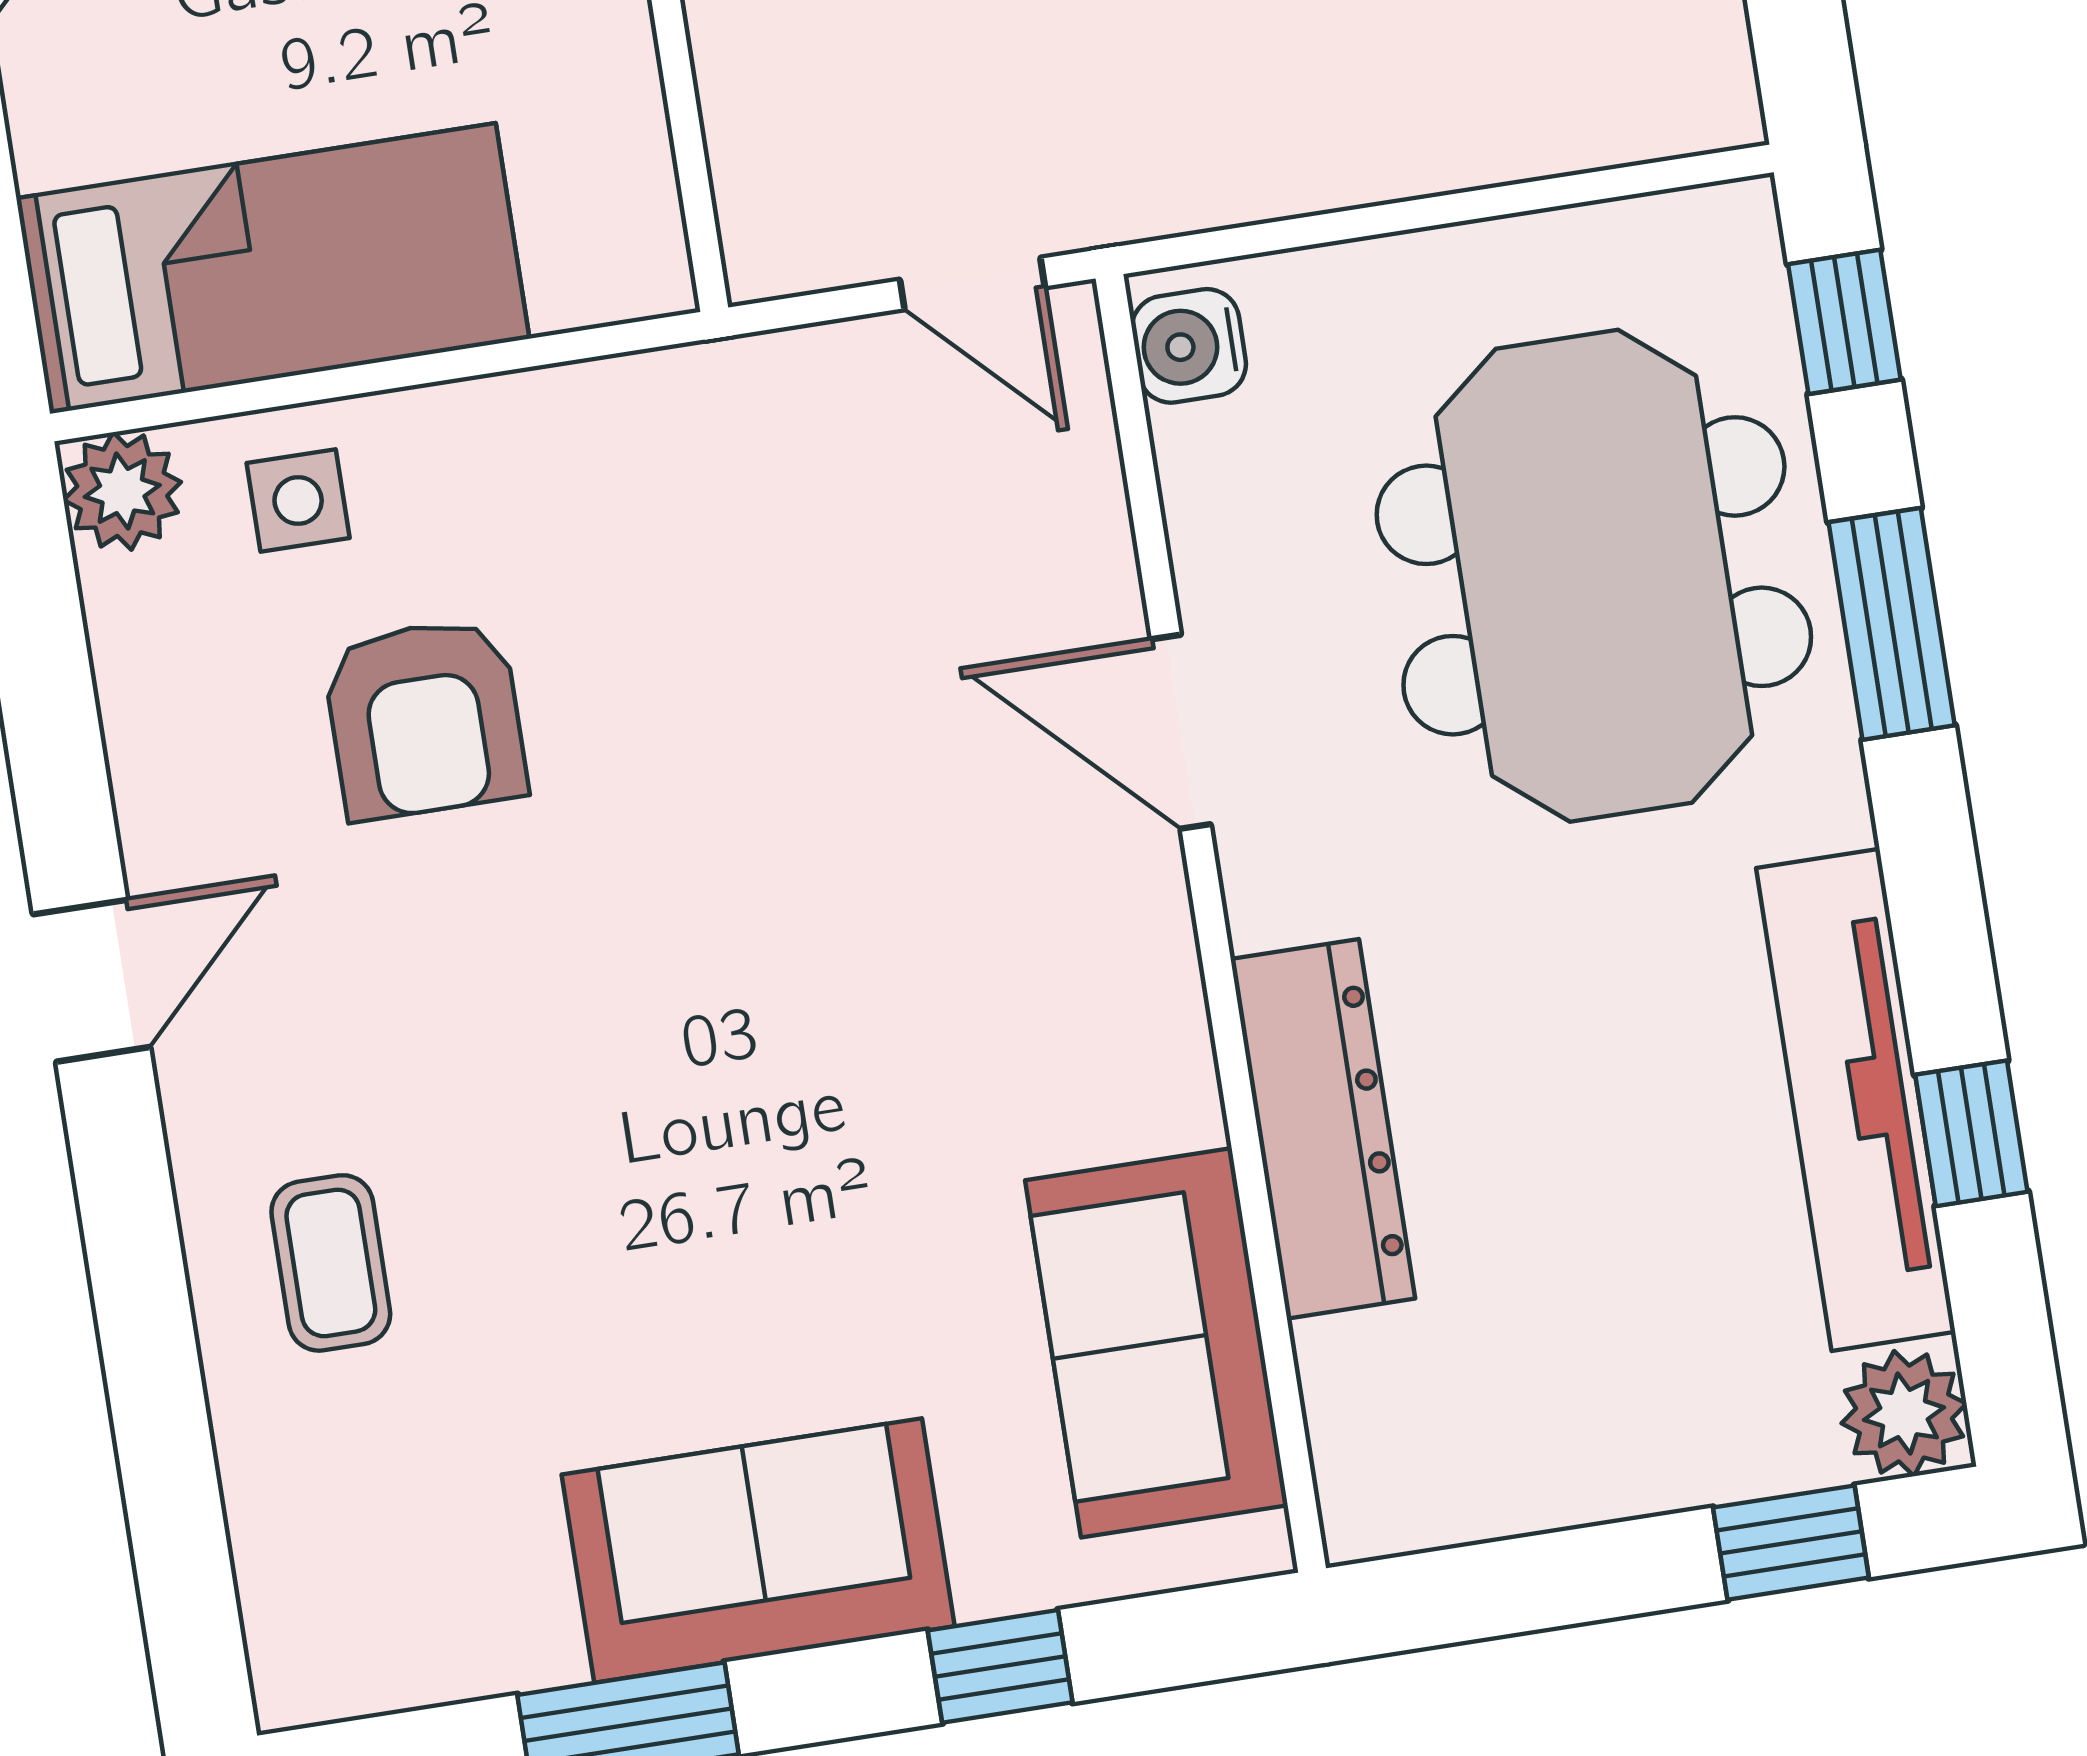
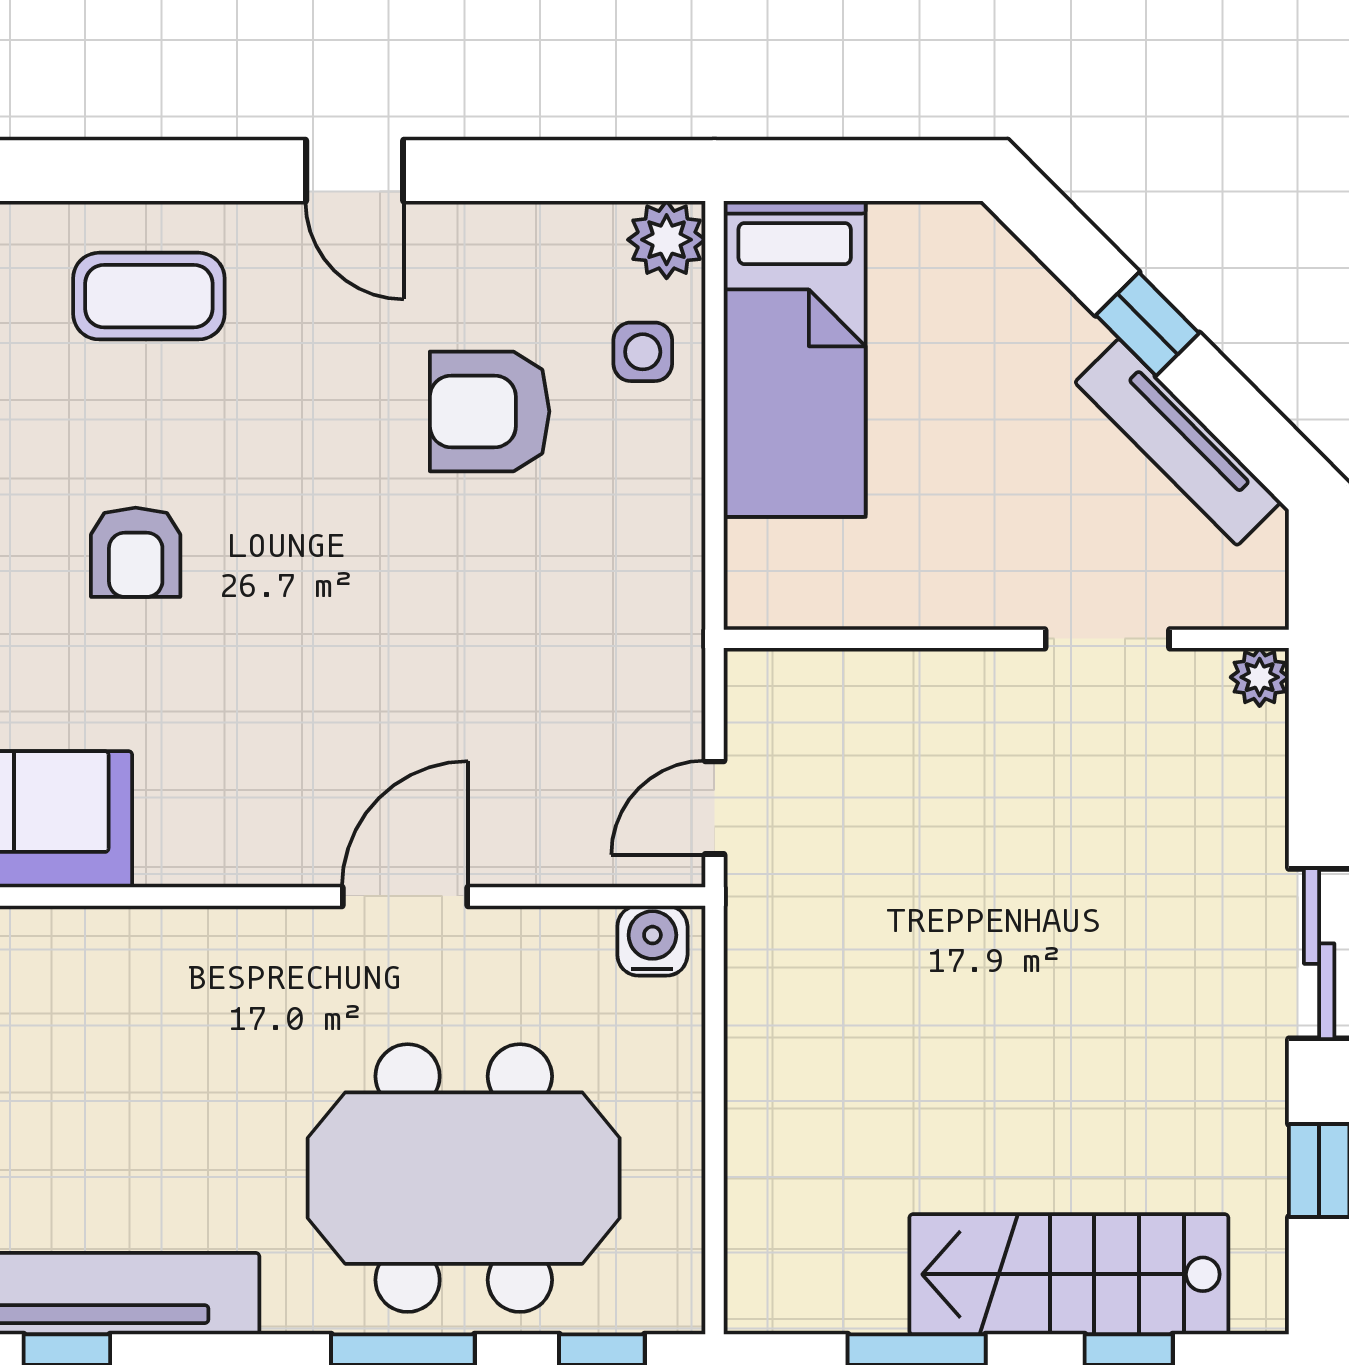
dresser: (1323, 1129) -> (135, 948), removed
armchair: (723, 1222) -> (136, 552), added
coffee table: (331, 1263) -> (149, 296), width x1.36, depth x1.30

